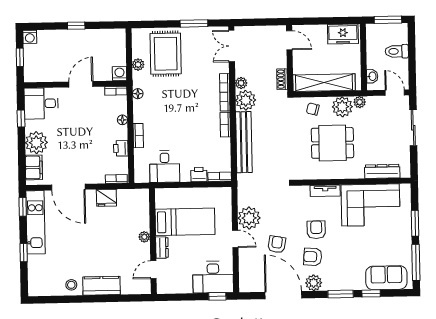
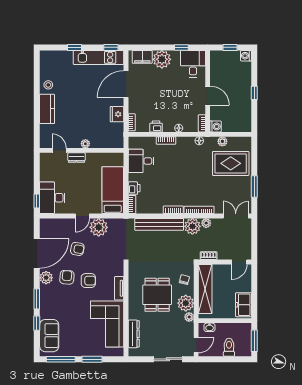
bed: (185, 222) -> (113, 190), moved, turned 180

